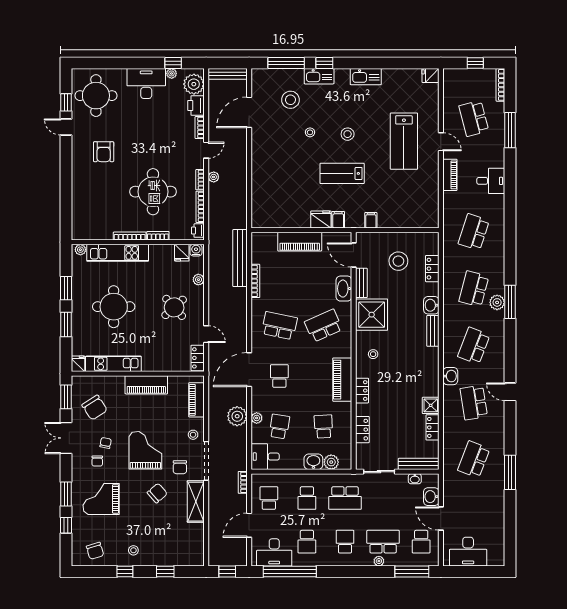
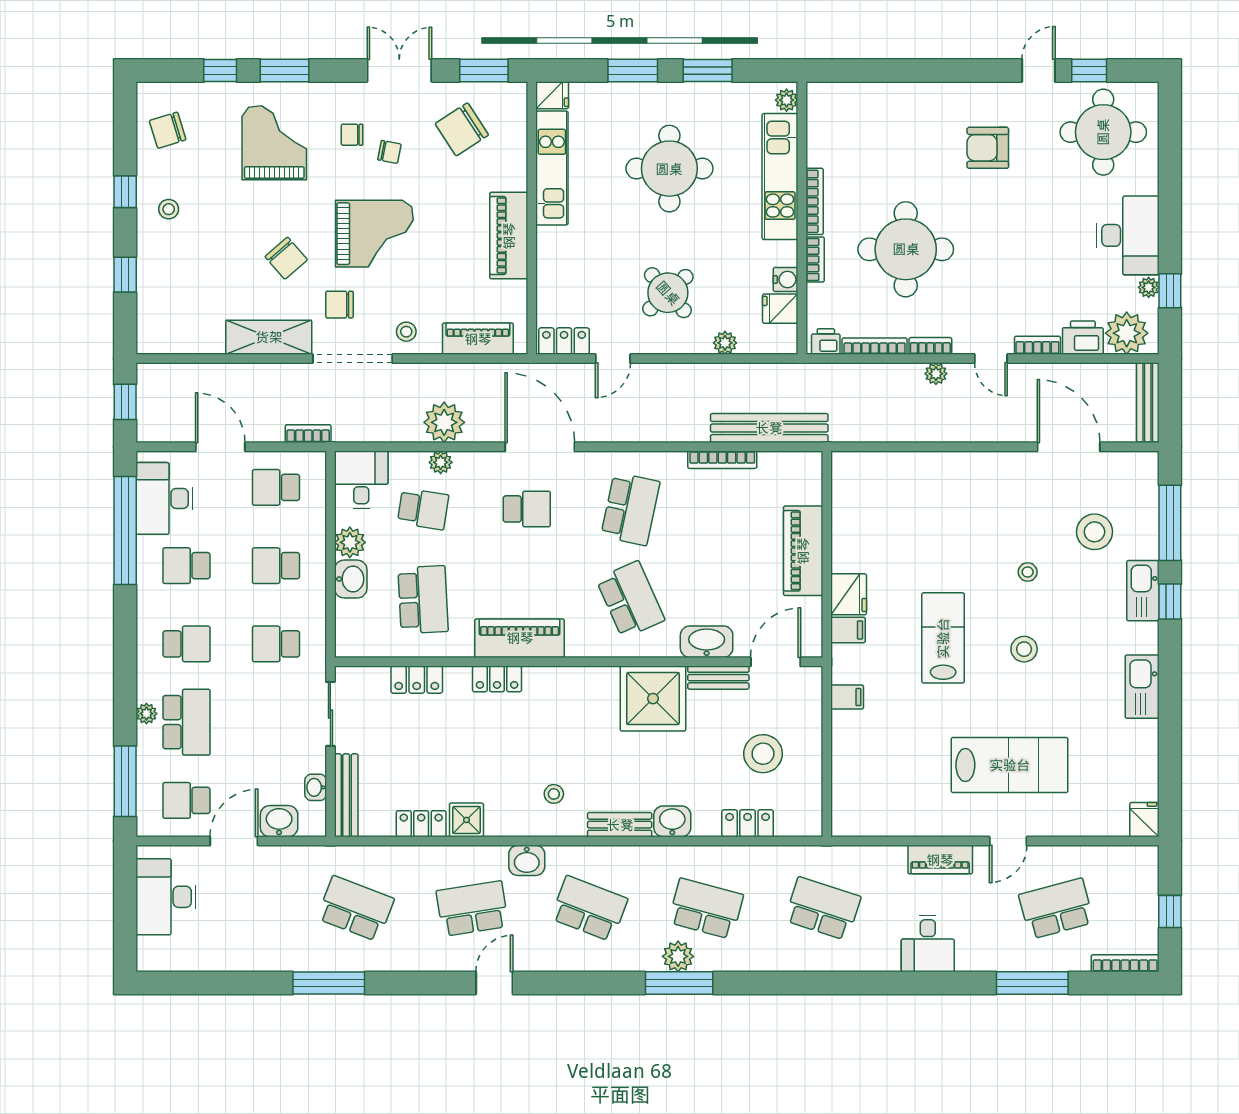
lab bench: (404, 141) -> (1010, 765), turned 180
water cooler: (196, 250) -> (786, 279), moved
stool: (373, 354) -> (554, 794), moved
school desk: (323, 427) -> (423, 600), width x1.85
plant: (331, 462) -> (350, 542), moved
school desk: (269, 498) -> (276, 487), turned 180
school desk: (345, 498) -> (276, 644), width x0.54

